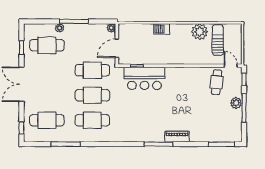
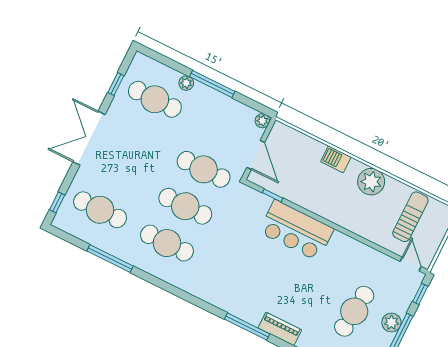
plant: (200, 32) -> (371, 182), moved
door: (117, 48) -> (256, 155), swing flipped
bar counter: (144, 78) -> (296, 230), moved
cafe table: (217, 82) -> (354, 311), moved, width x1.37, depth x1.35

